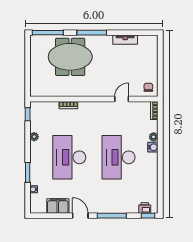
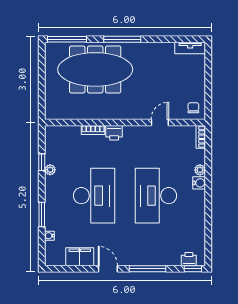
tv unit: (125, 40) -> (190, 48), moved
meeting table: (70, 57) -> (95, 69), width x1.36
printer: (85, 107) -> (114, 133), added
window: (28, 114) -> (42, 162), moved
desk: (69, 157) -> (94, 196), turned 180

